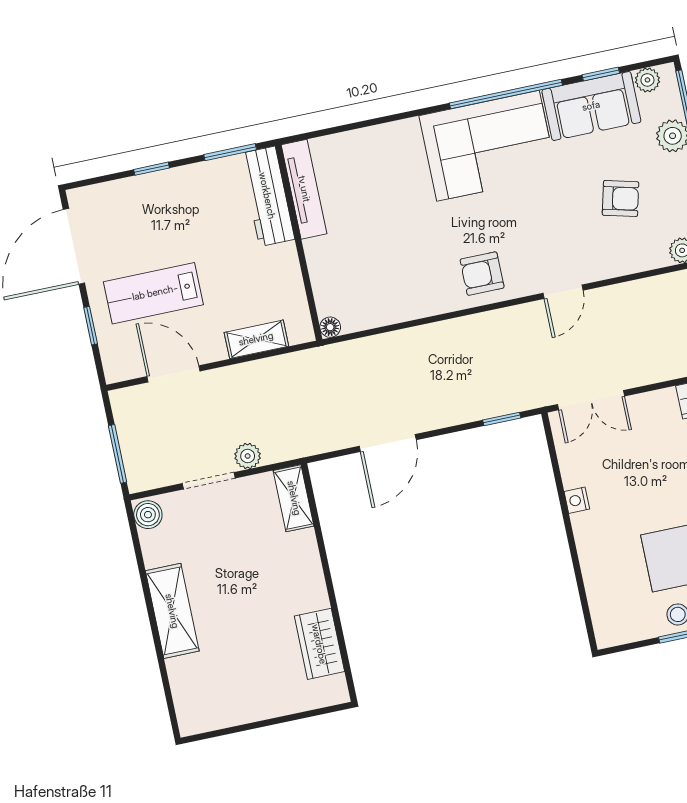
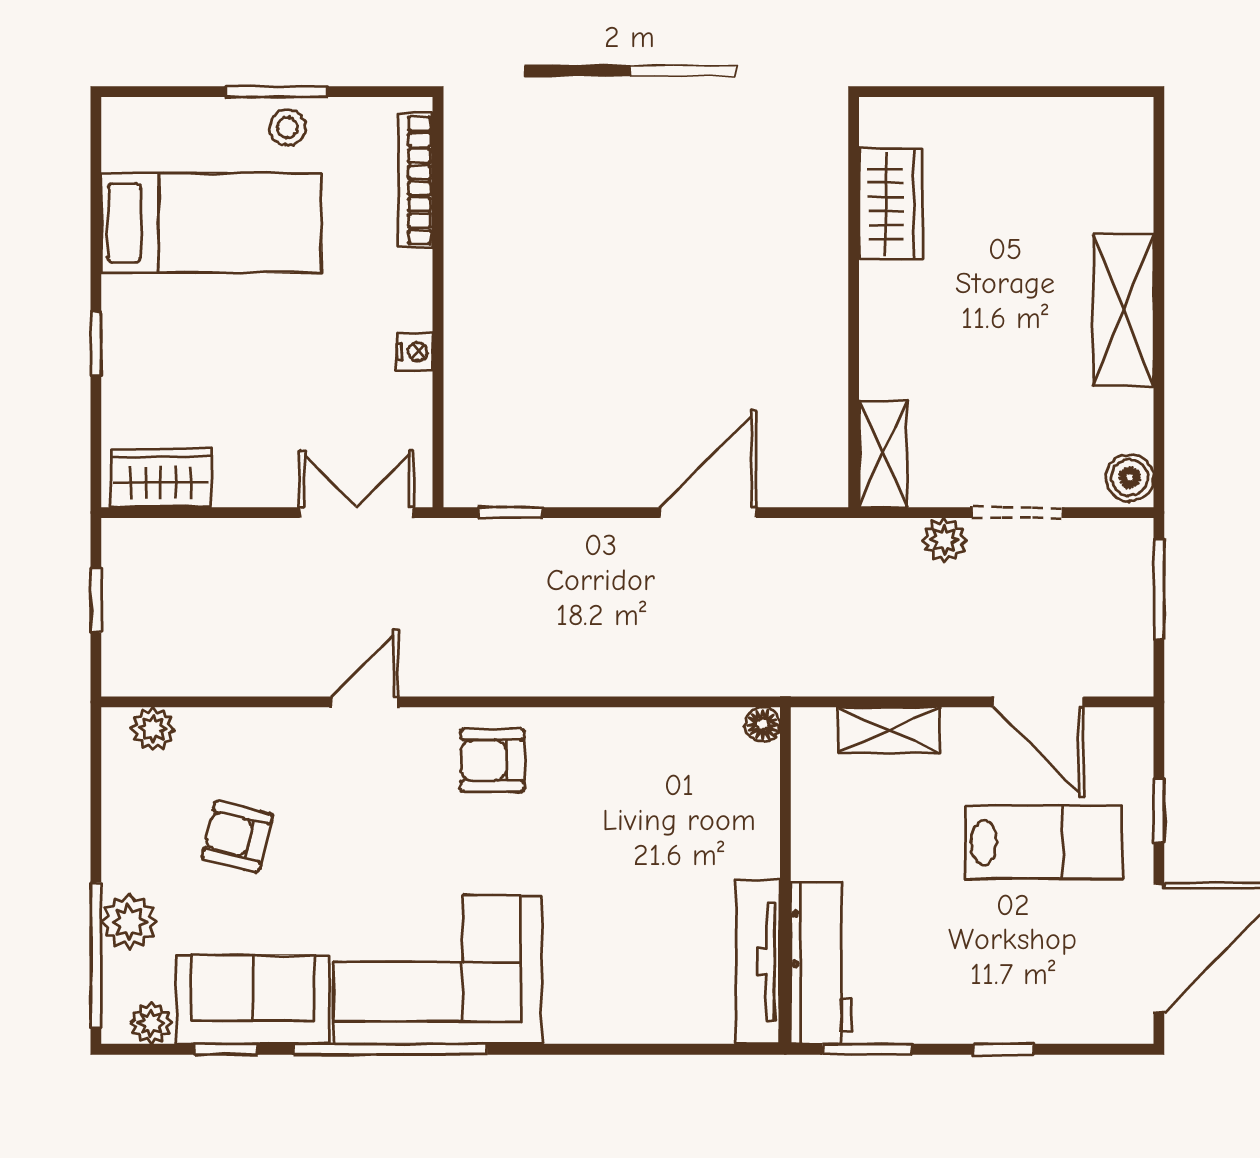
armchair: (482, 274) -> (492, 760), turned 180
bookcase: (597, 600) -> (415, 180), added

